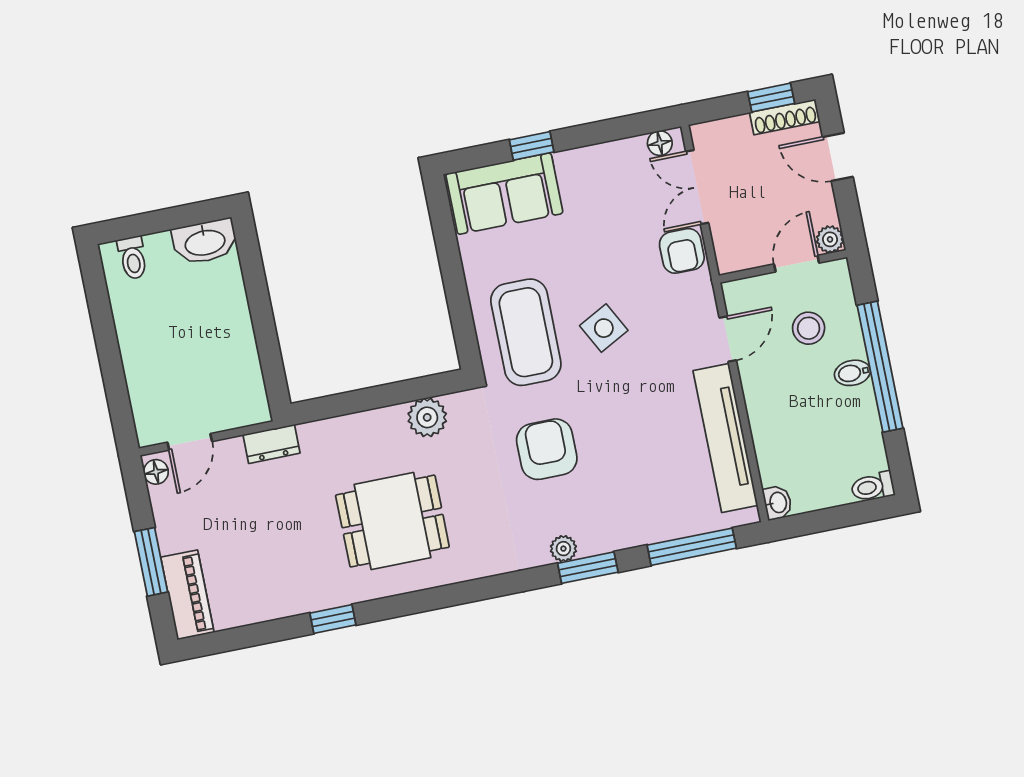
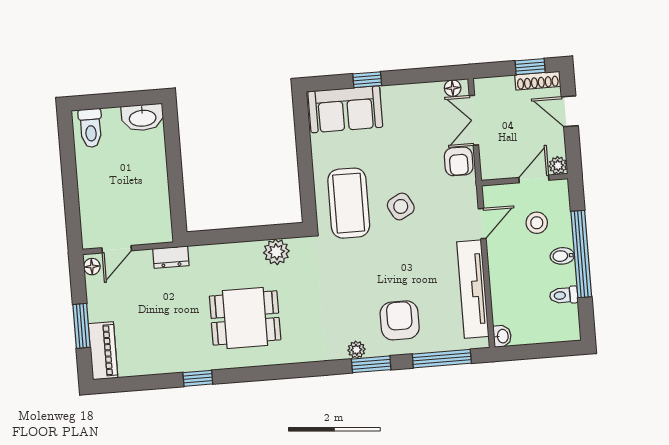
toilet: (133, 258) -> (91, 128), width x1.37, depth x1.39
armchair: (547, 449) -> (400, 320), moved
toilet: (873, 487) -> (564, 295), moved

